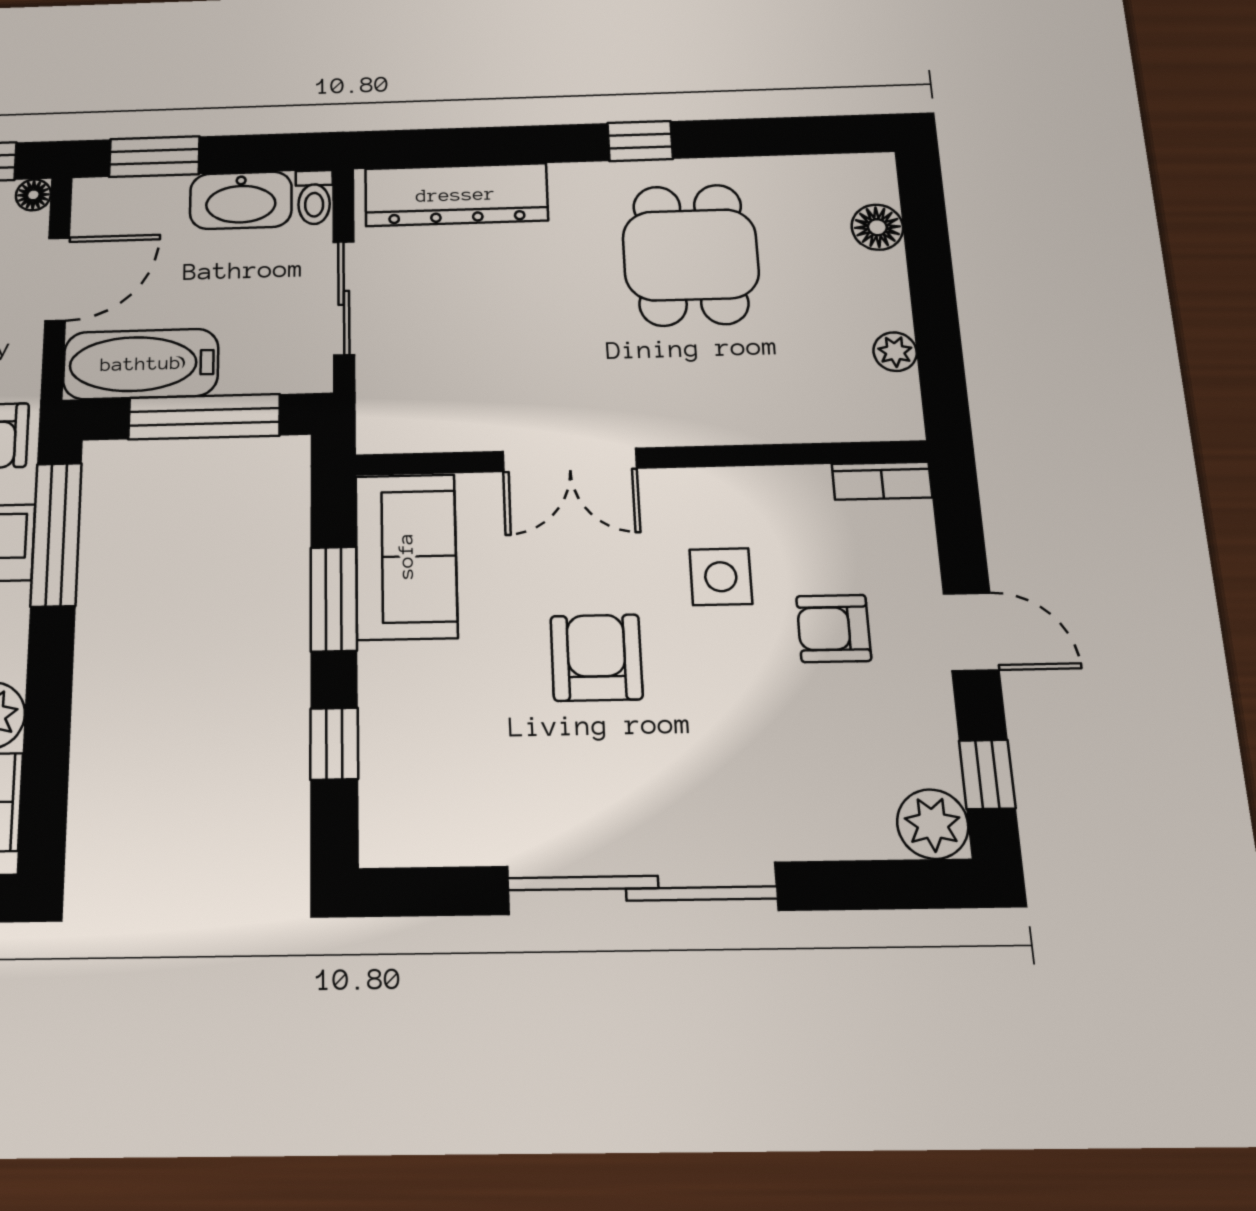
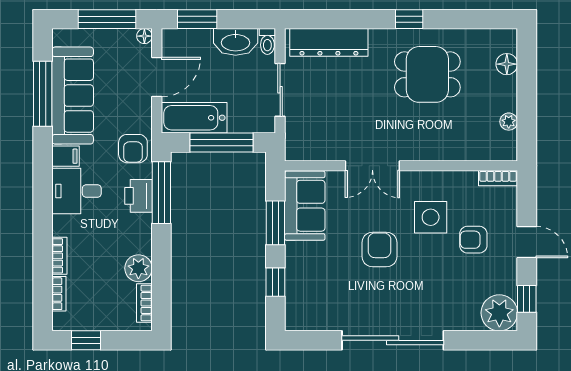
dining table: (691, 255) -> (427, 74), turned 90
side table: (721, 577) -> (431, 217), width x1.37, depth x1.37
plant: (933, 824) -> (499, 313), width x1.36, depth x1.36

